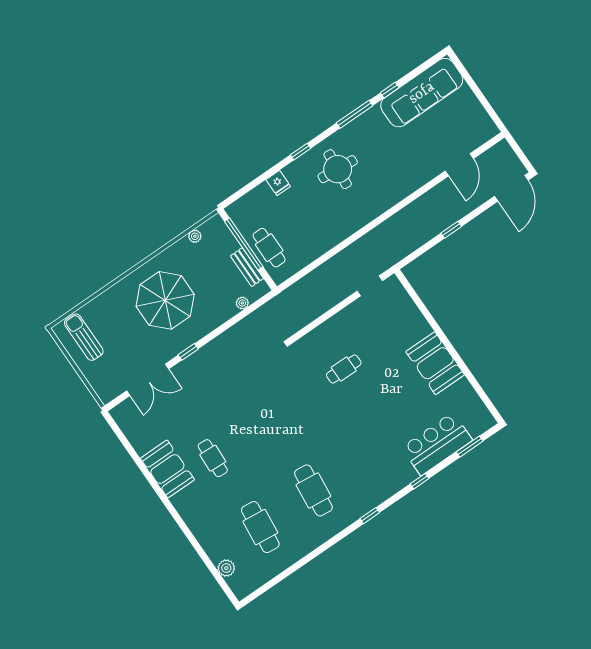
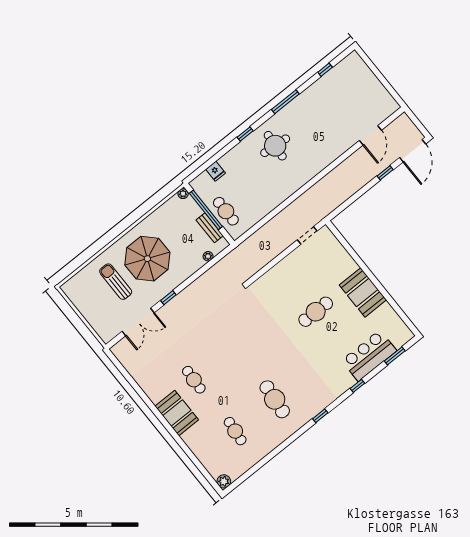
window: (390, 90) -> (325, 70), moved
sofa: (422, 93) -> (337, 81), removed
fridge: (278, 183) -> (216, 171), moved
window: (451, 230) -> (385, 173), moved
plant: (195, 236) -> (183, 194), moved
sun lounger: (84, 337) -> (116, 282), moved
cafe table: (344, 369) -> (316, 312), moved, width x1.37, depth x1.35
booth: (167, 469) -> (177, 413), moved
cafe table: (260, 527) -> (235, 431), width x0.73, depth x0.74
plant: (226, 568) -> (224, 481), moved

